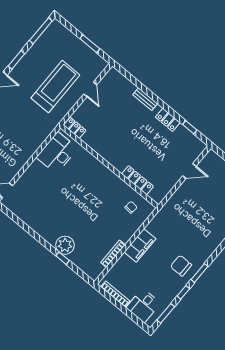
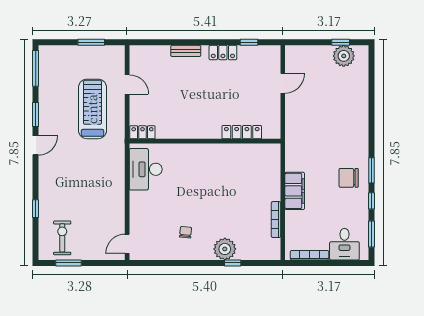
chair: (131, 207) -> (186, 232), moved

